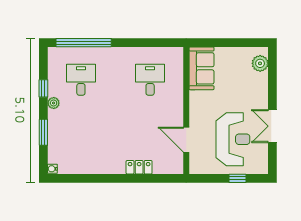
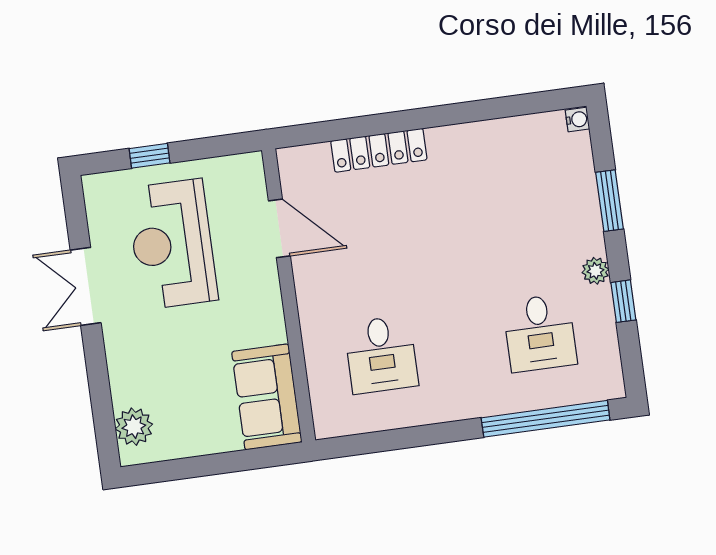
double door: (272, 126) -> (86, 286), swing flipped
locker: (139, 167) -> (379, 150), width x1.53

